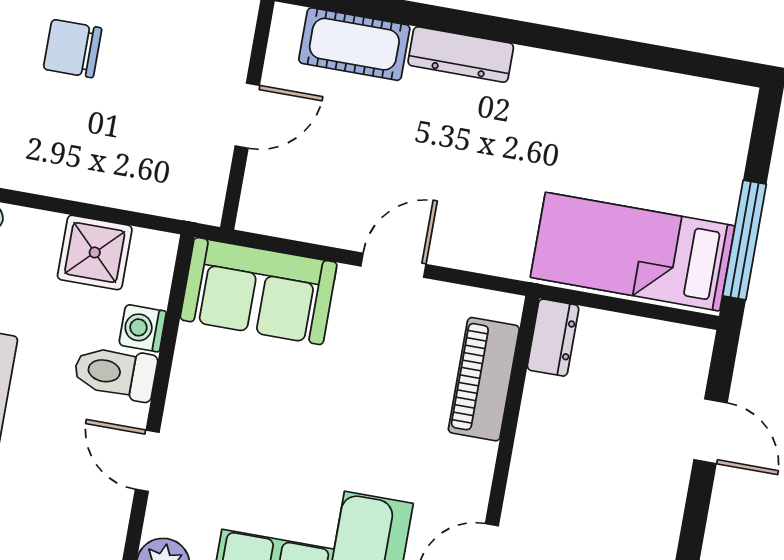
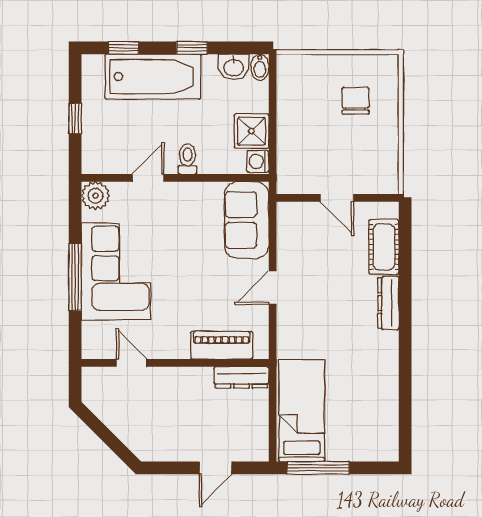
door: (393, 265) -> (273, 288), swing flipped
washing machine: (143, 328) -> (258, 161), moved, turned -90
dresser: (553, 338) -> (241, 377), width x1.44
toilet: (115, 373) -> (187, 159), width x0.73, depth x0.72

